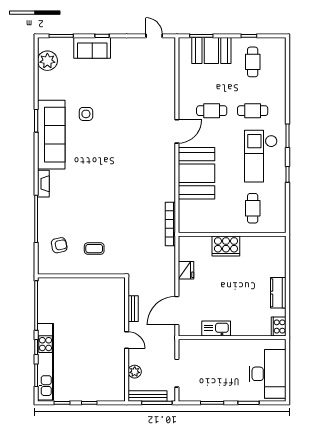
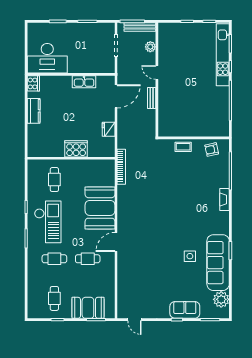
sofa: (51, 135) -> (218, 263), moved
wall: (81, 276) -> (194, 138), moved
desk: (268, 374) -> (47, 58), moved, turned -90

